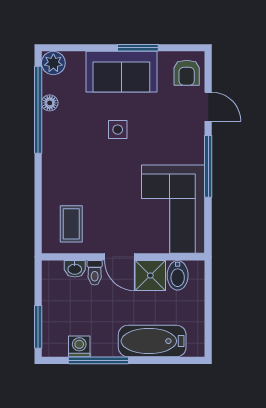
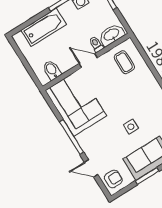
armchair: (187, 73) -> (113, 179), turned 90
washbasin: (75, 269) -> (112, 35), width x1.91, depth x1.45
shower: (150, 276) -> (66, 61), removed

